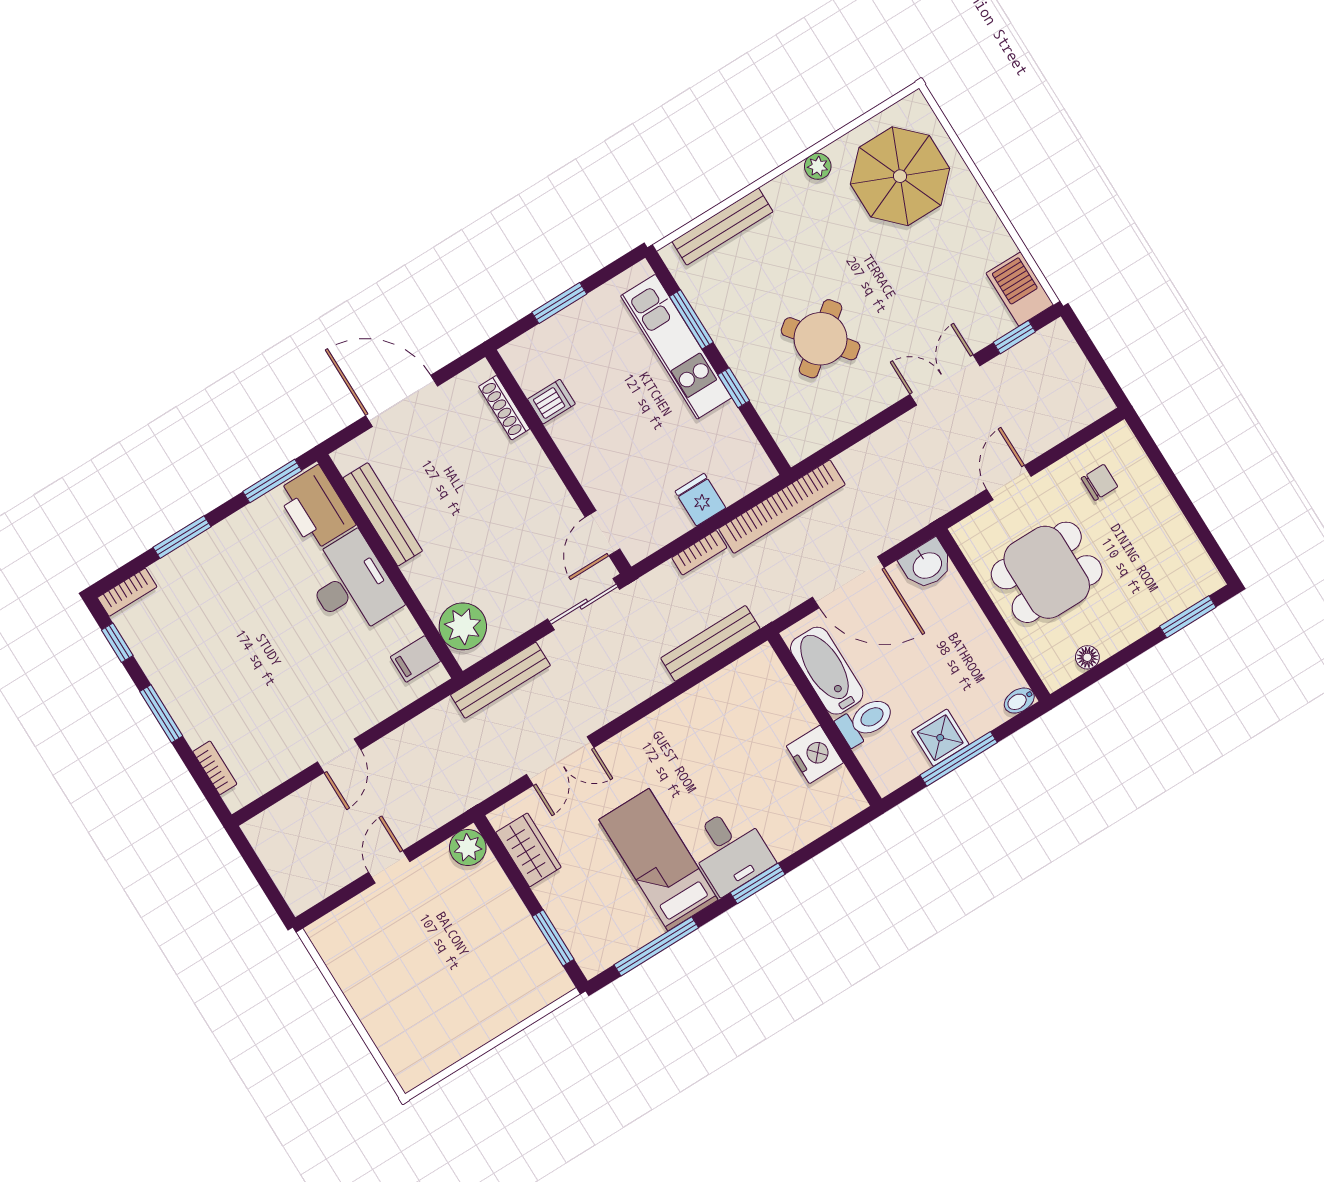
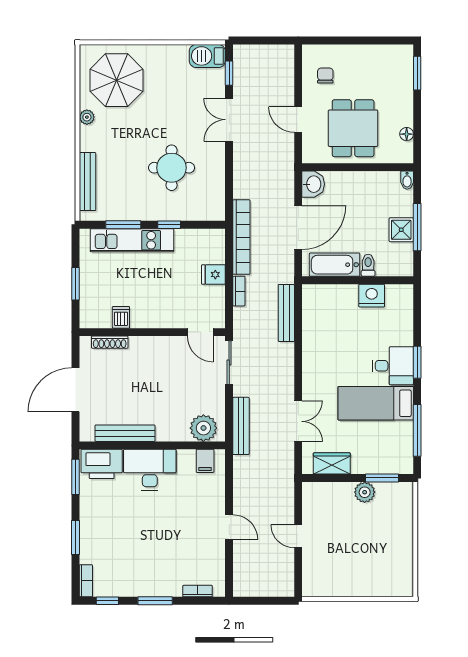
round table: (821, 339) -> (172, 168), turned 38
toilet: (866, 721) -> (368, 265), width x0.73, depth x0.72
plant: (468, 848) -> (365, 492), moved

